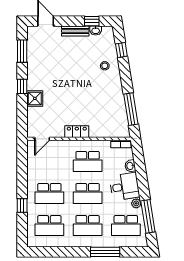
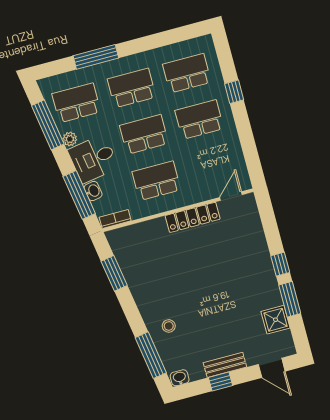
window: (92, 21) -> (220, 382), moved
washbasin: (96, 31) -> (180, 378), moved
window: (121, 50) -> (151, 355), width x2.17
window: (22, 51) -> (290, 299), moved
shower: (35, 98) -> (276, 320), moved
window: (131, 109) -> (114, 273), width x0.69
locker: (77, 132) -> (193, 217), width x1.53
window: (140, 166) -> (79, 195), added

